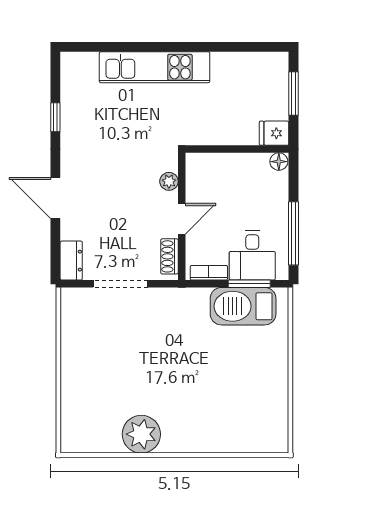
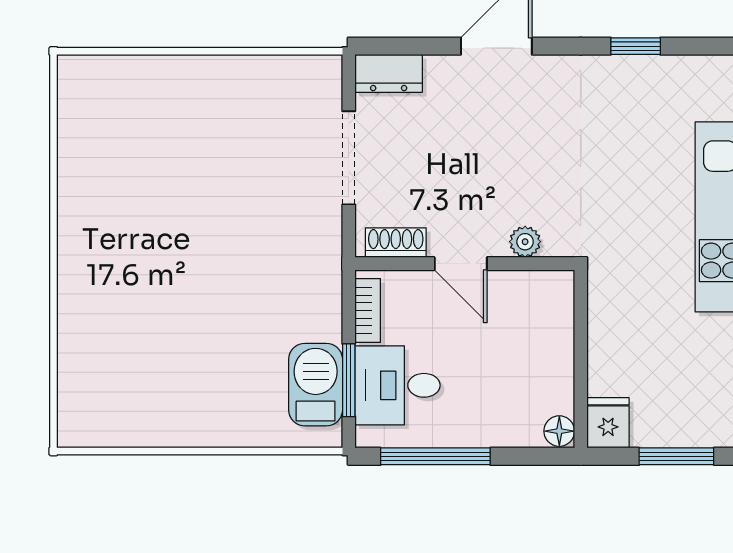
barbecue: (243, 306) -> (316, 385), width x0.73, depth x0.83
plant: (141, 434) -> (89, 194), removed

